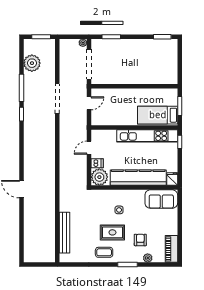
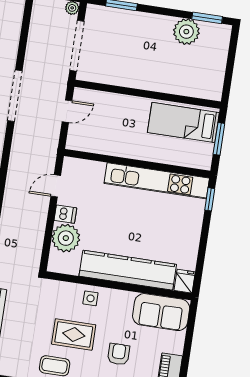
plant: (151, 46) -> (186, 32), added
bed: (158, 115) -> (183, 122), moved
kitchen counter: (138, 178) -> (128, 270), moved
fridge: (172, 179) -> (185, 281), moved
wall: (134, 188) -> (119, 286), moved
sofa: (161, 199) -> (161, 312), moved

